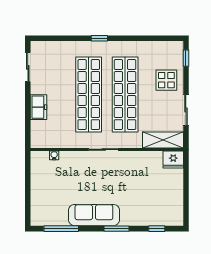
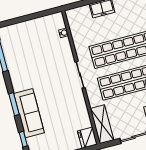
sofa: (94, 215) -> (29, 113), moved

